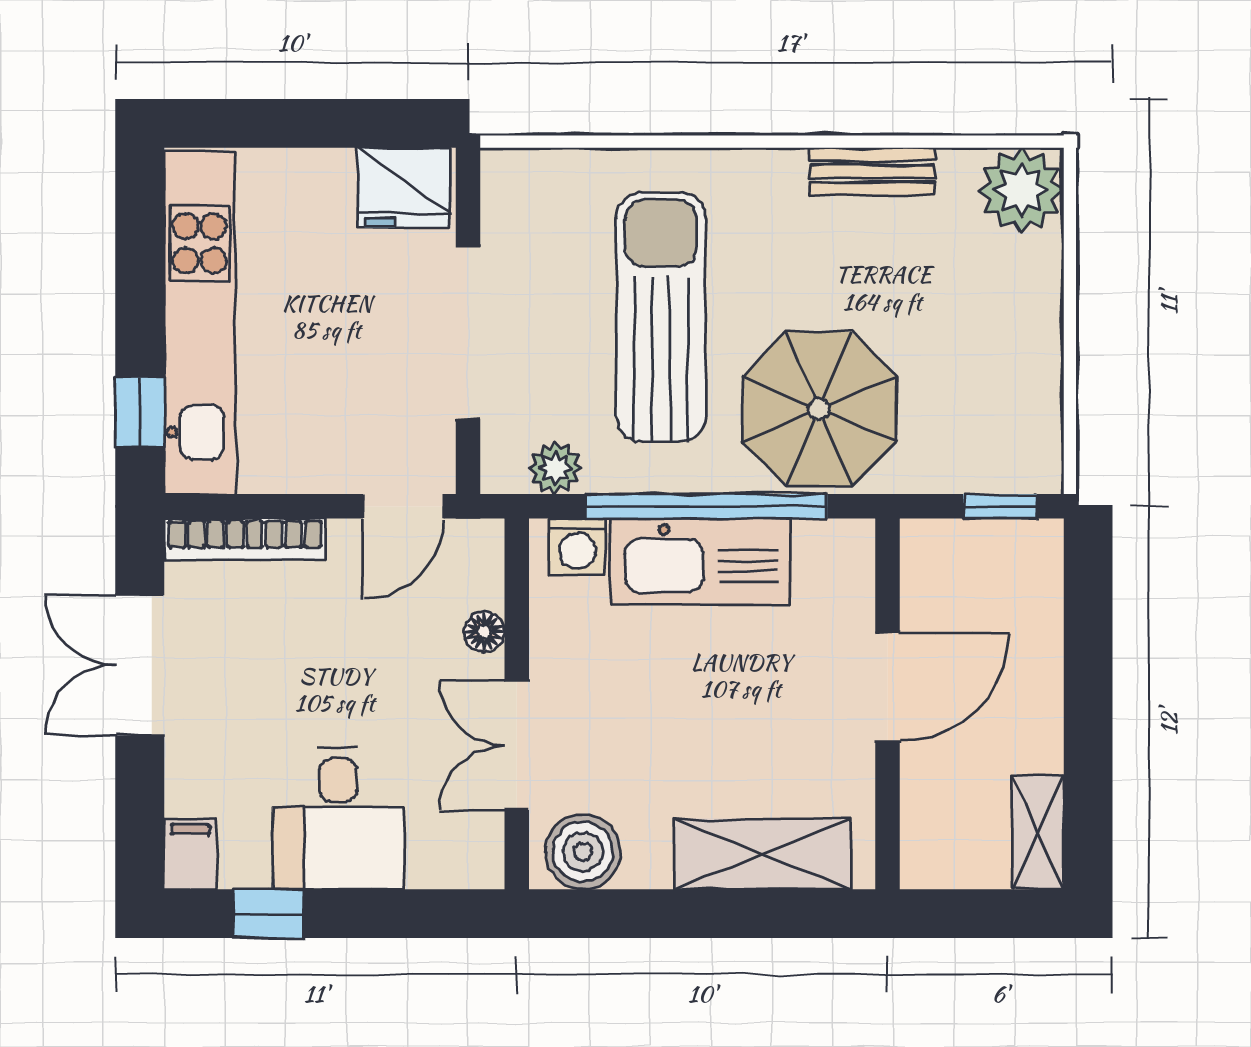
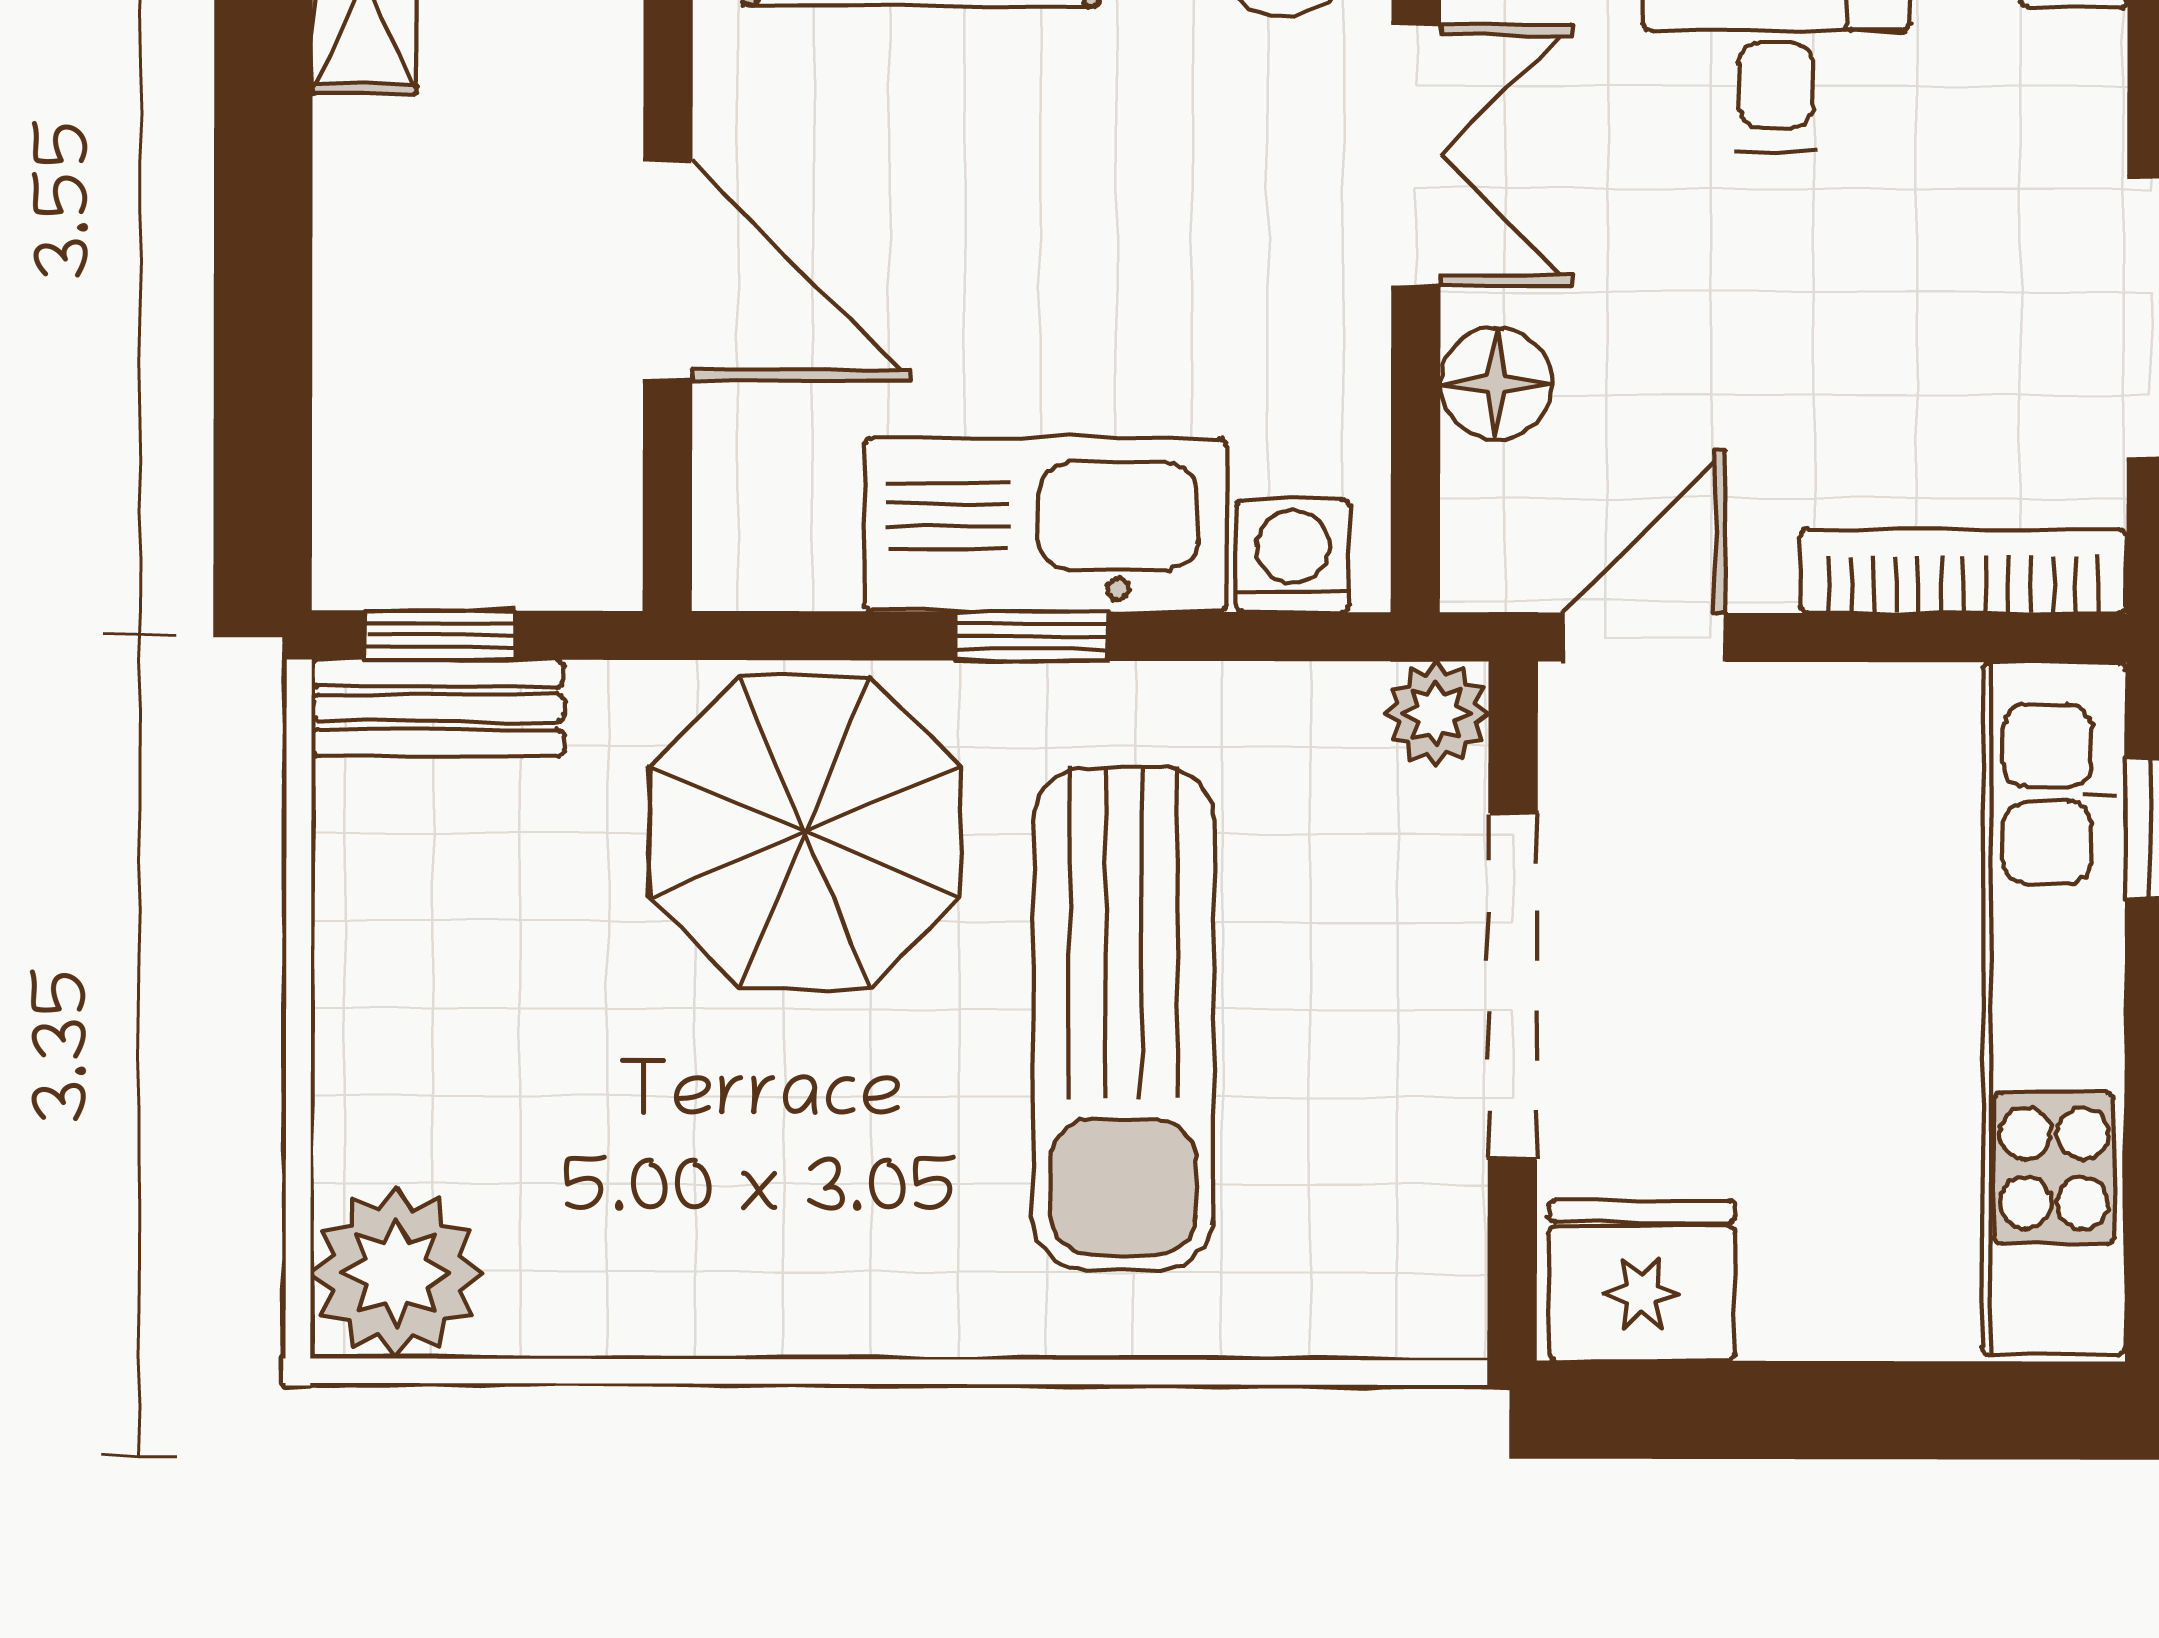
bench: (872, 172) -> (438, 708), moved
plant: (555, 468) -> (1436, 714), moved
window: (707, 506) -> (1032, 636), width x0.32
floor lamp: (484, 632) -> (1496, 384), width x1.37, depth x1.37
door: (887, 687) -> (668, 271), swing flipped

